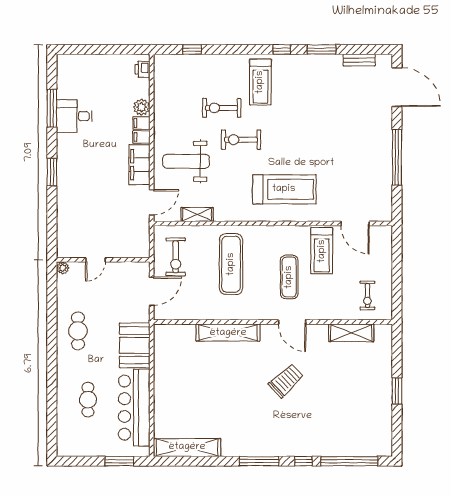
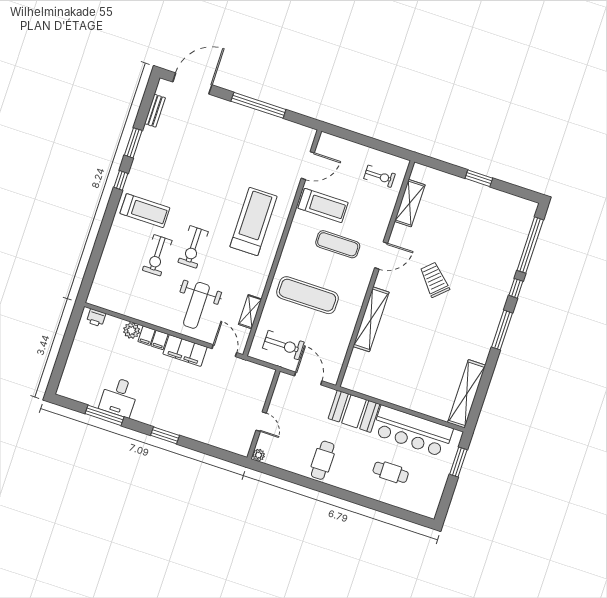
window: (192, 49) -> (93, 265), removed
cafe table: (78, 331) -> (323, 460), turned 90

